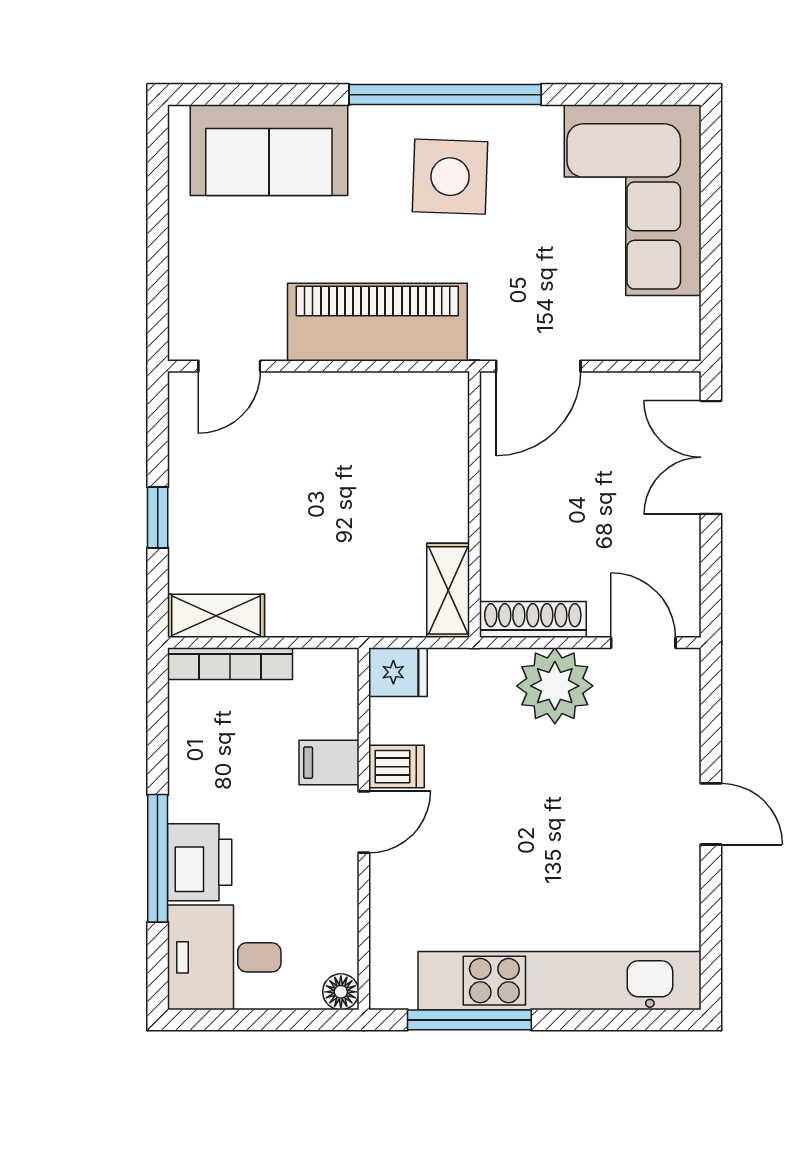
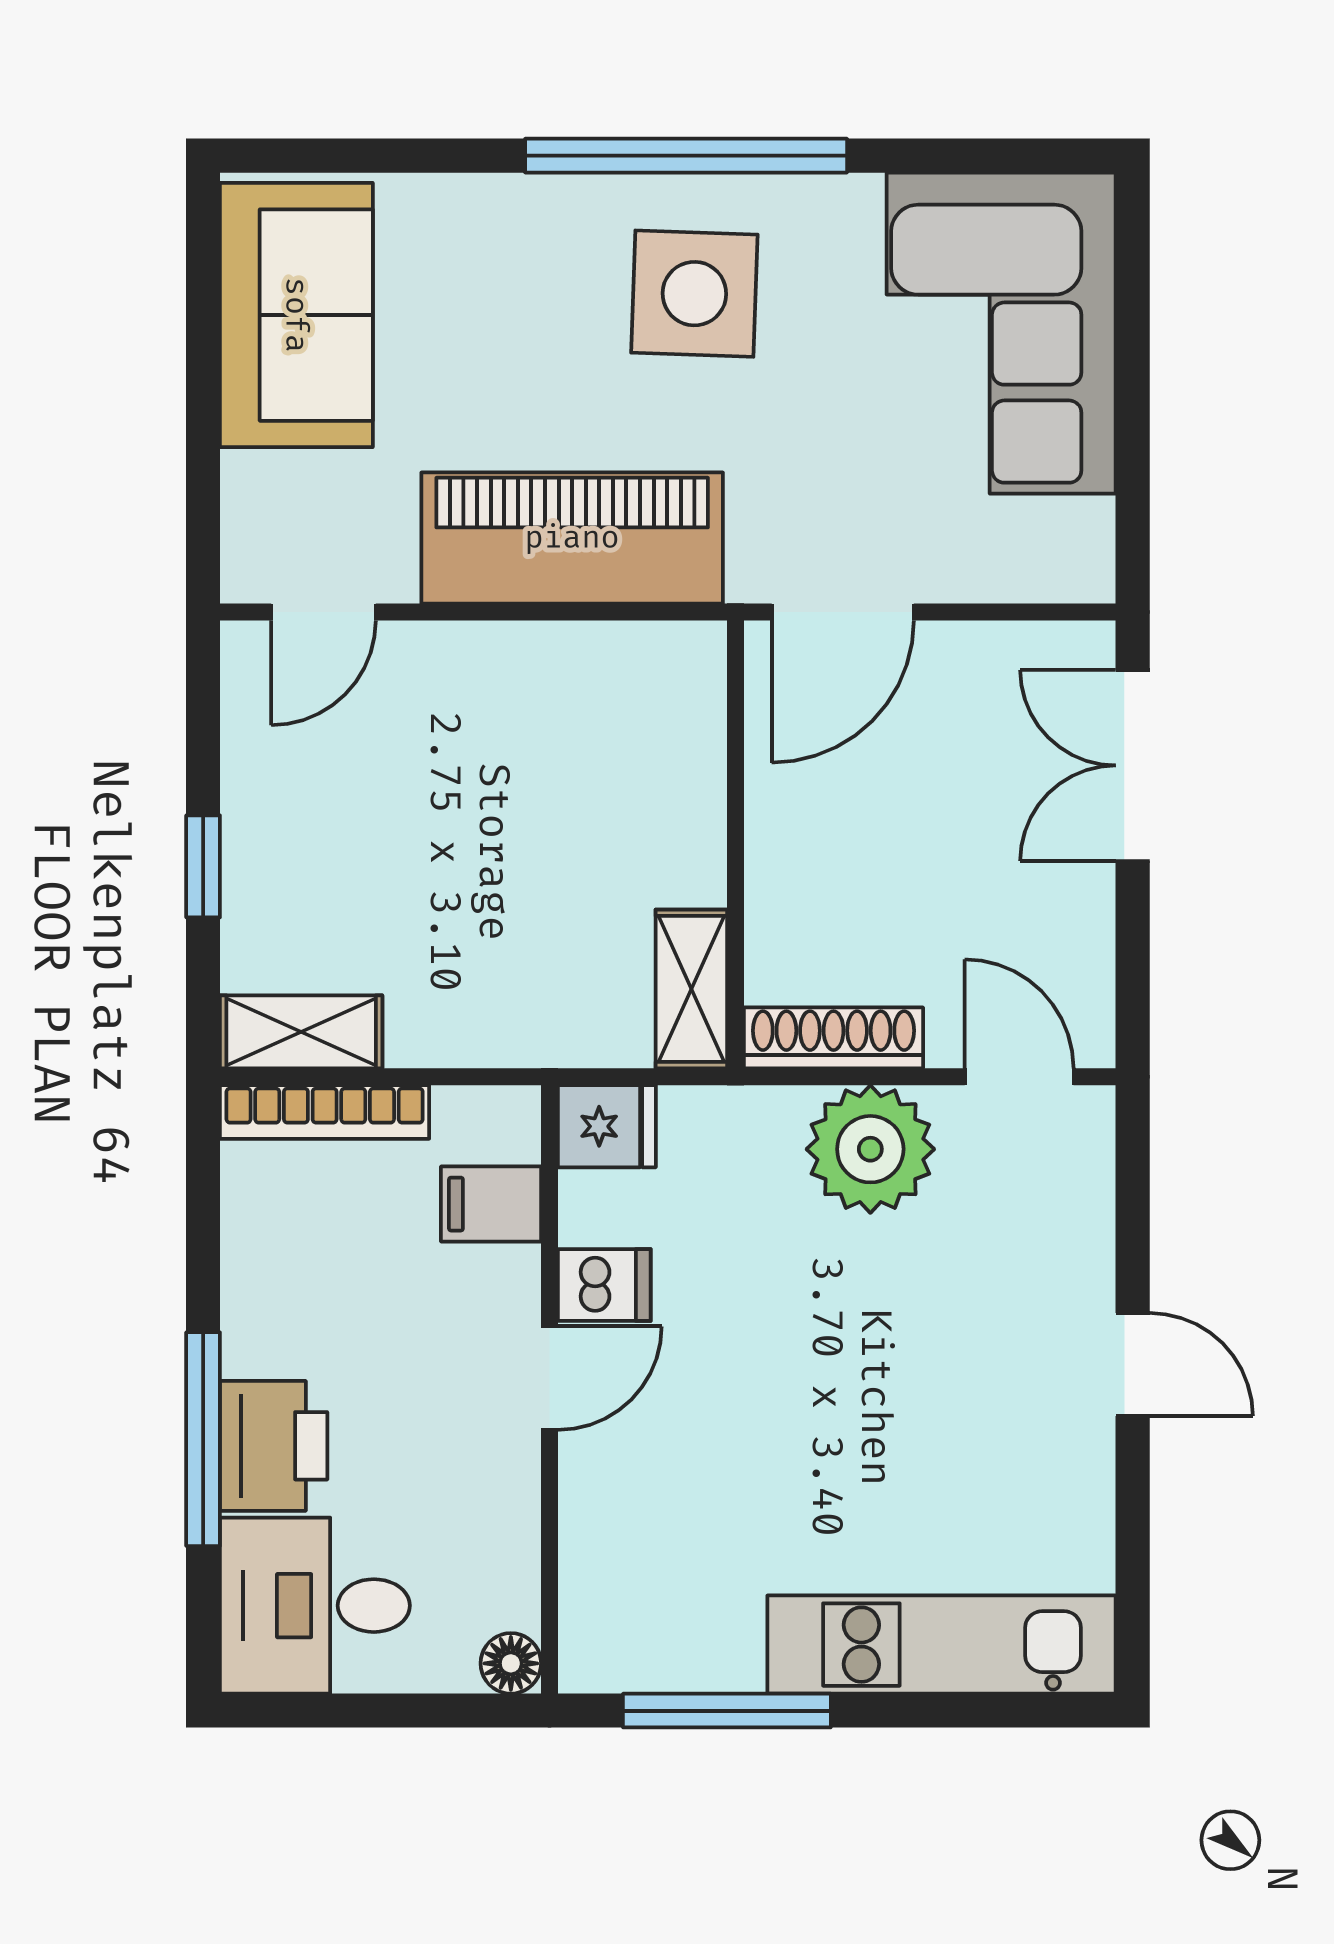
sofa: (269, 150) -> (296, 315), moved, turned -90
filing cabinet: (329, 763) -> (491, 1204), moved
kitchen unit: (559, 981) -> (942, 1645), width x0.73

